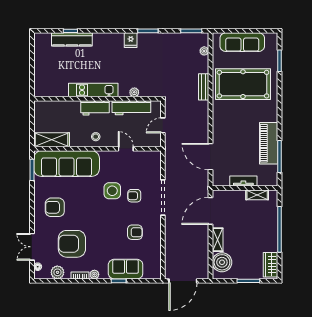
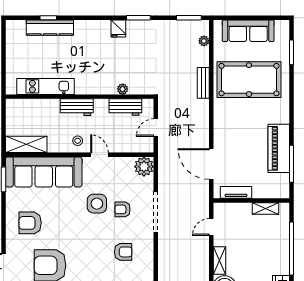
kitchen unit: (93, 90) -> (46, 86), moved
workbench: (131, 108) -> (125, 107), width x0.73
door: (126, 149) -> (100, 155), moved
plant: (153, 159) -> (144, 167), added
tv unit: (243, 181) -> (236, 192), moved
door: (210, 211) -> (211, 227), width x0.53

